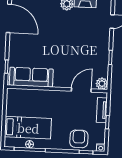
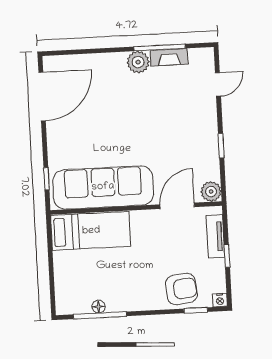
door: (9, 18) -> (42, 97), hinge flipped
sofa: (31, 77) -> (103, 187), width x1.36, depth x1.27
bed: (28, 128) -> (91, 231), moved
armchair: (79, 139) -> (181, 289), turned 84

